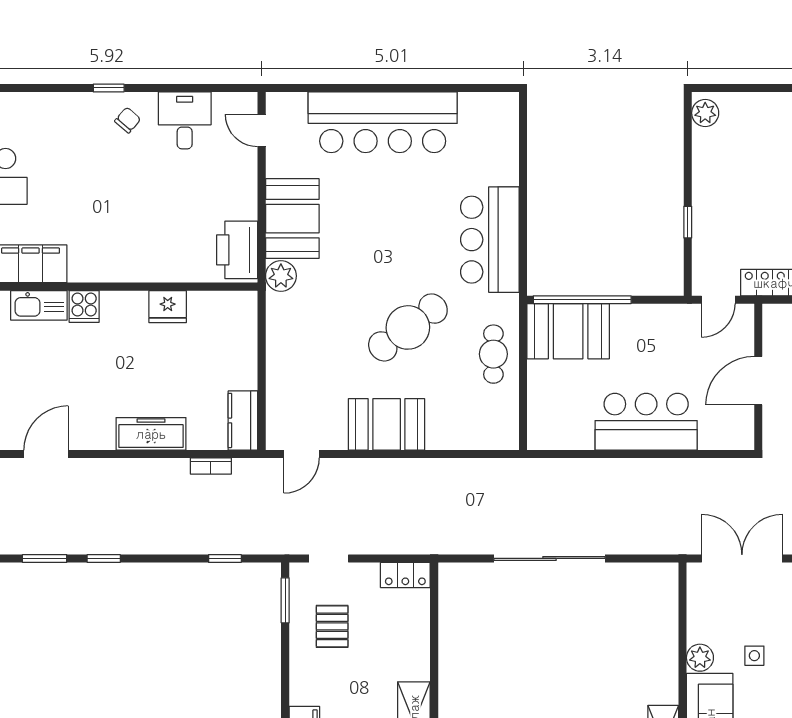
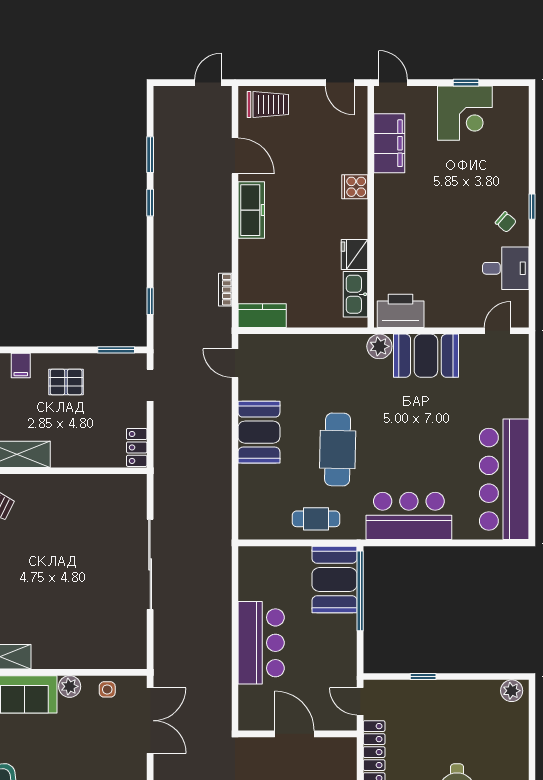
bar counter: (383, 122) -> (504, 479), moved
kitchen sink: (39, 305) -> (356, 294), moved
cafe table: (408, 327) -> (338, 449), turned 38
freezer: (151, 434) -> (251, 210), moved
pallet: (332, 626) -> (66, 382), moved
side table: (754, 656) -> (107, 689), moved

